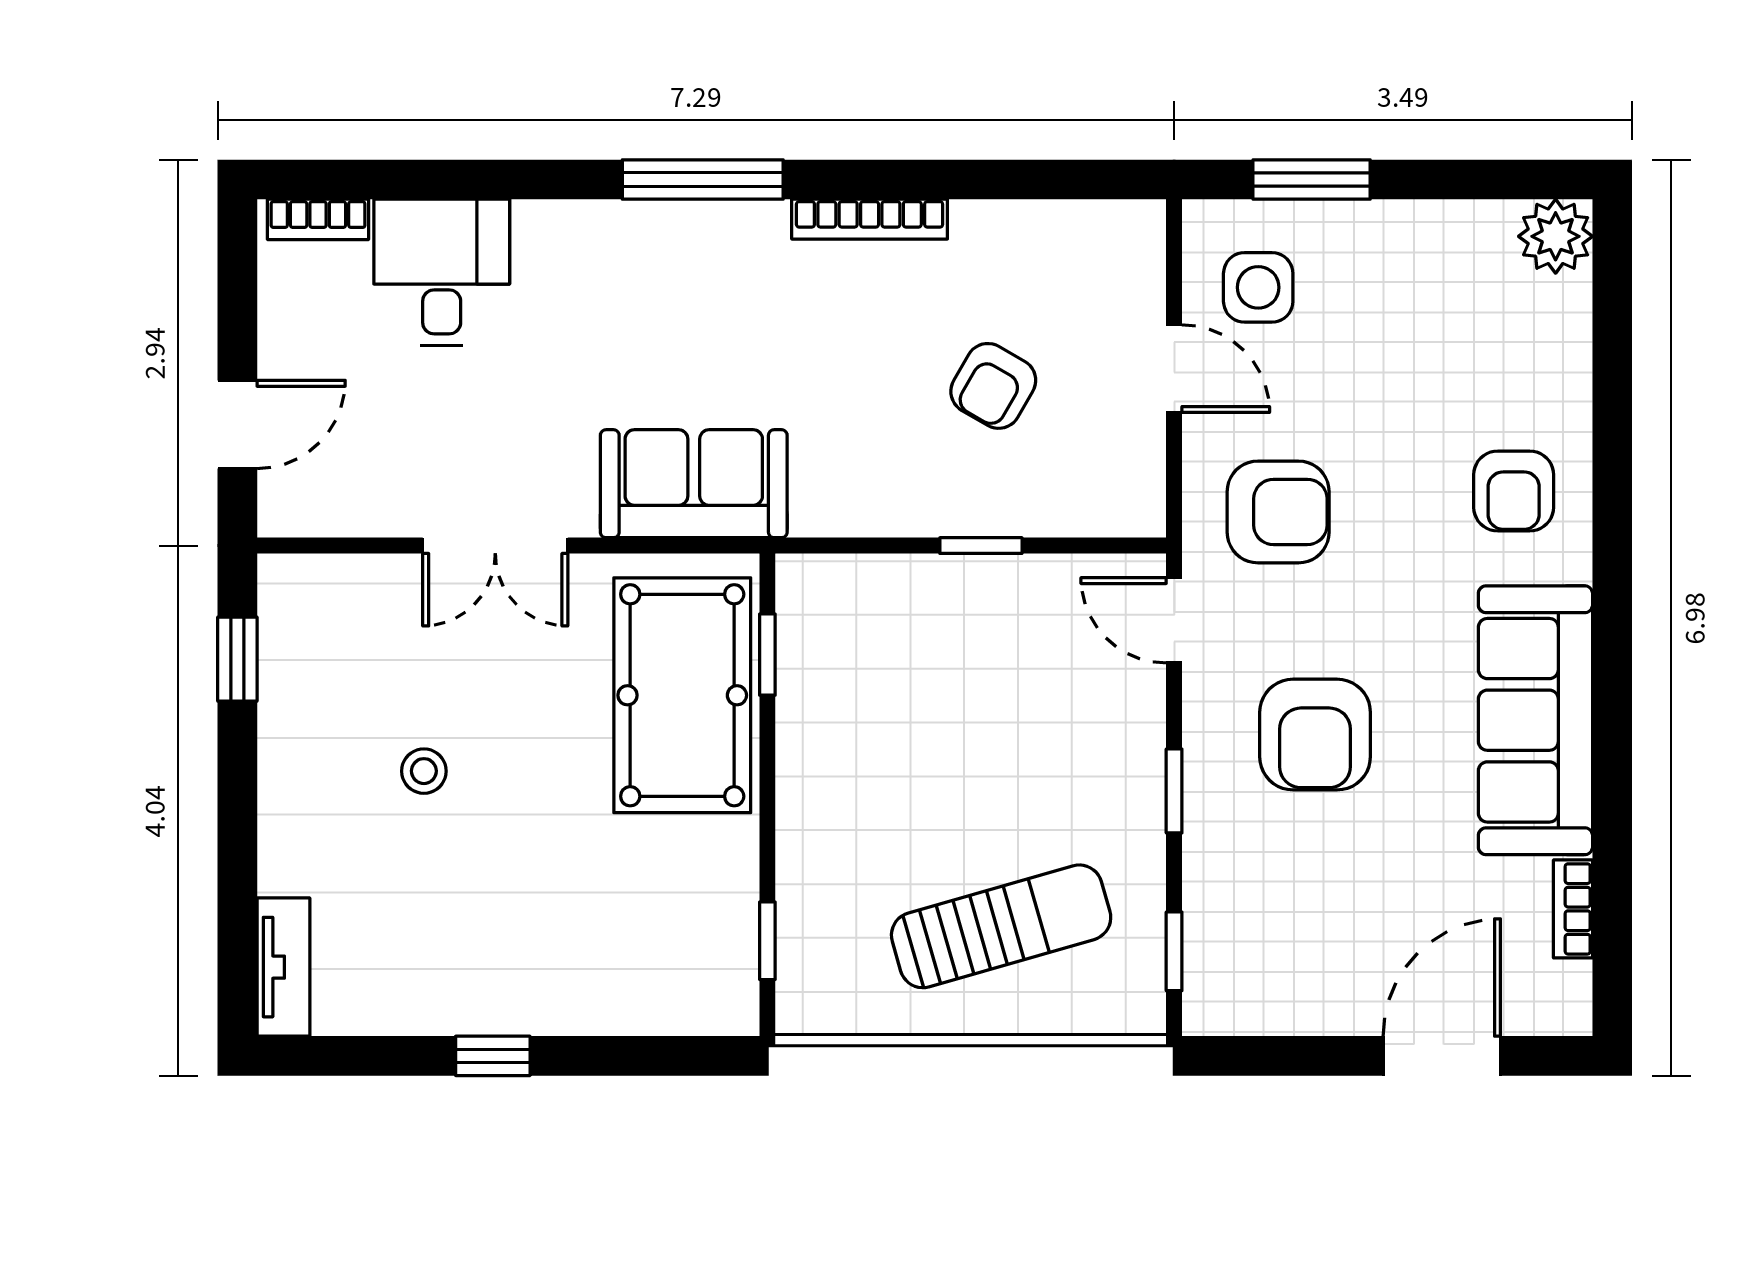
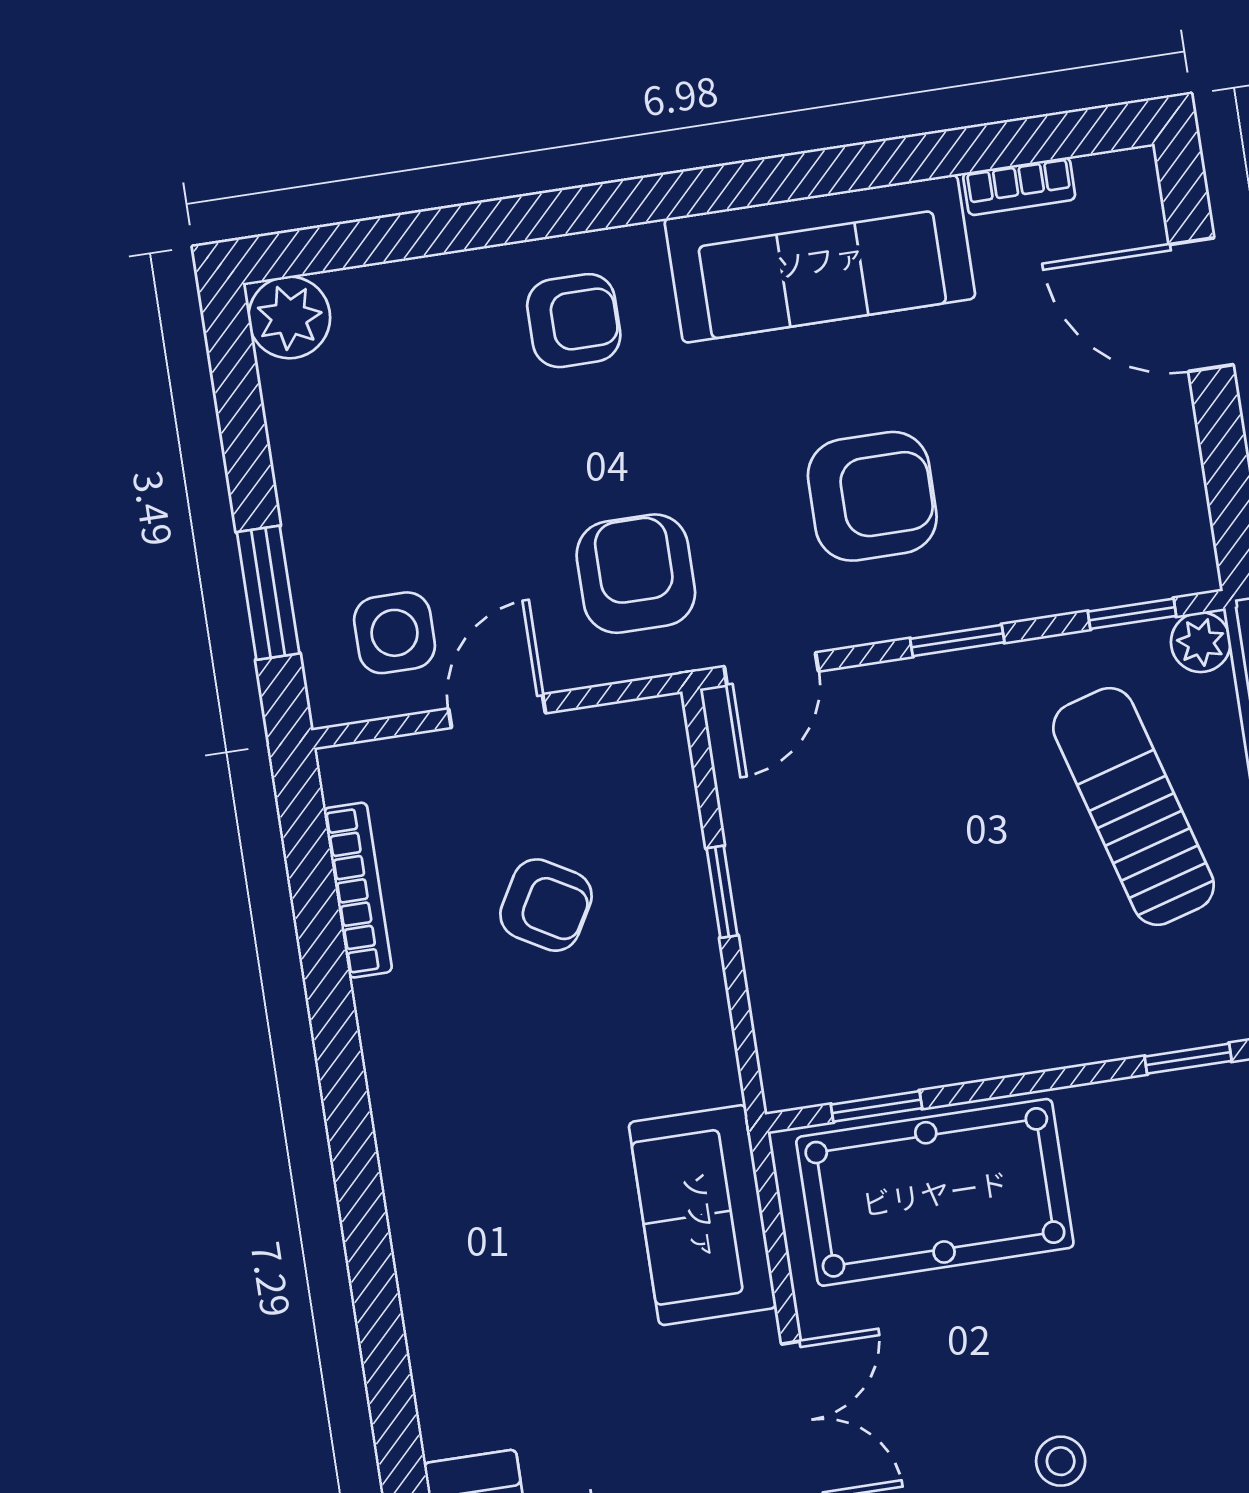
window: (703, 179) -> (370, 1256), removed
bookcase: (870, 219) -> (358, 890), moved
plant: (1139, 1009) -> (1201, 642), added

